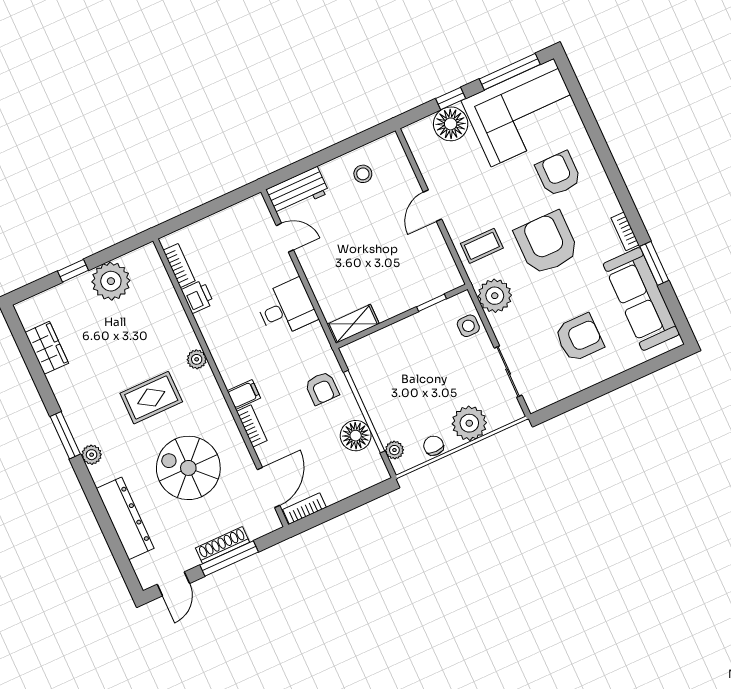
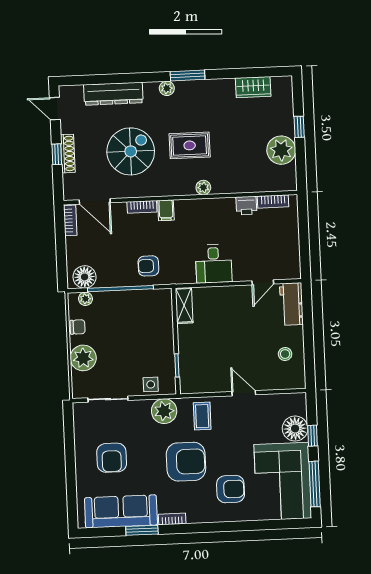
rug: (151, 398) -> (190, 145), turned 90
floor lamp: (356, 436) -> (85, 277), moved
window: (229, 558) -> (57, 154), width x0.46

